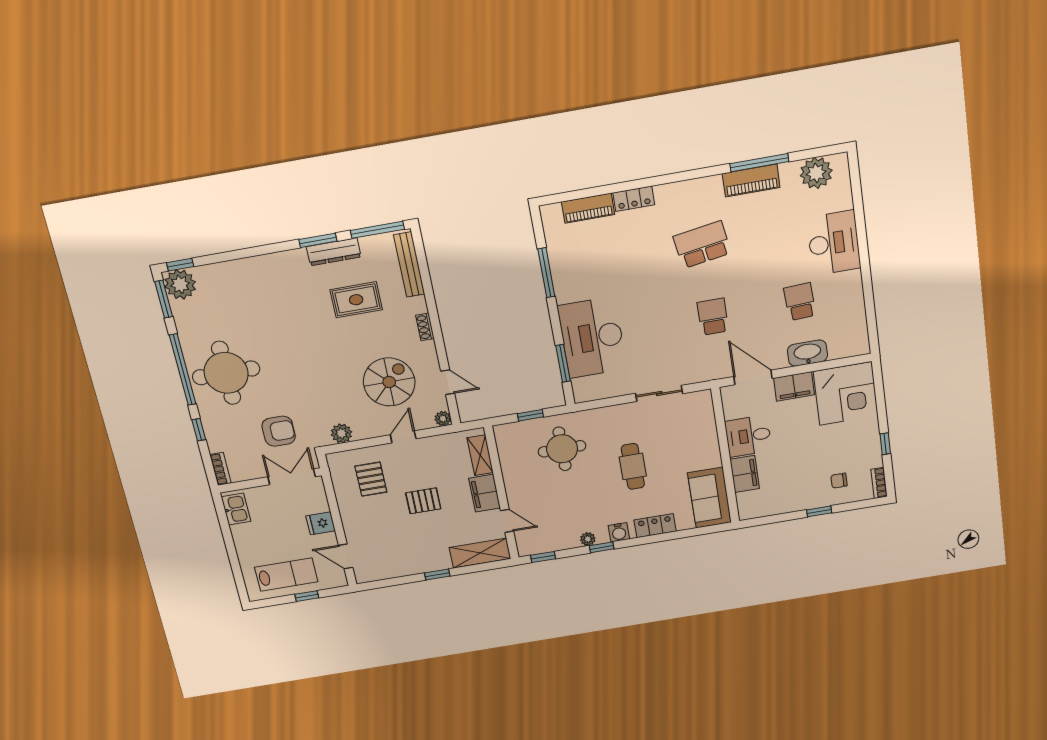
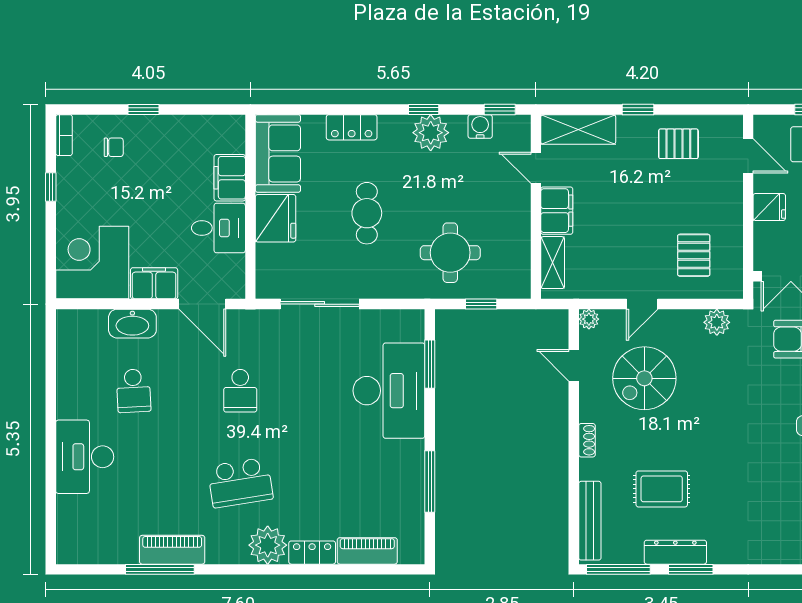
plant: (816, 173) -> (268, 545), moved
sliding door: (659, 393) -> (320, 304), width x1.37
fridge: (704, 451) -> (276, 218), added
pallet: (423, 501) -> (678, 144), moved
water cooler: (619, 532) -> (480, 126), moved
plant: (588, 539) -> (431, 133), width x1.88, depth x1.88

